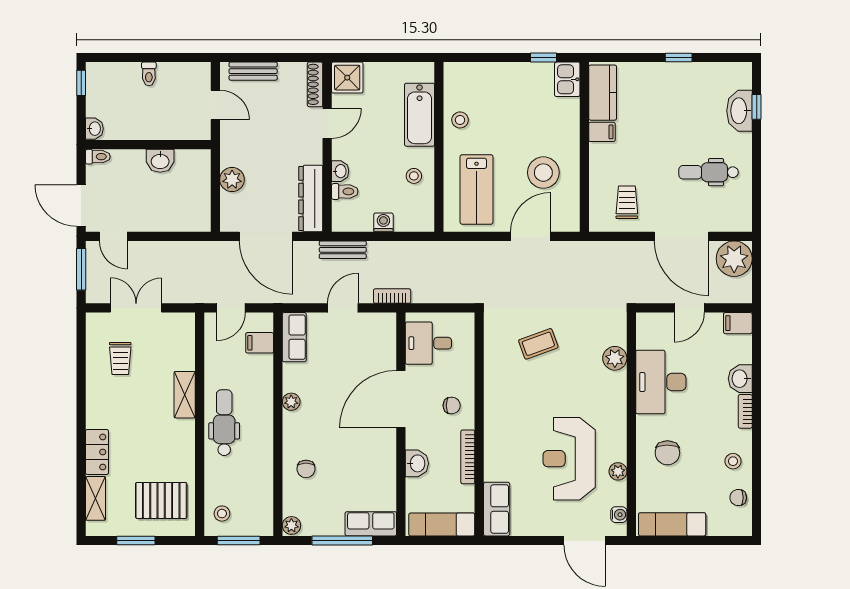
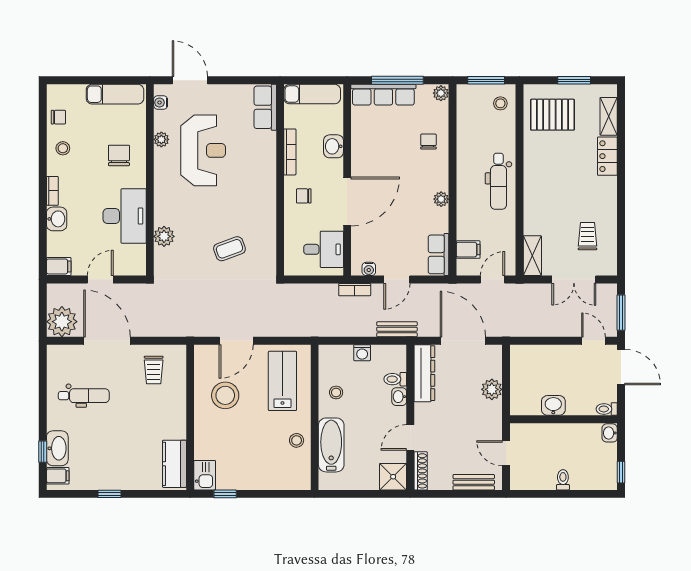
filing cabinet: (602, 132) -> (58, 476), moved, turned 180
water cooler: (376, 320) -> (369, 269), added
shelving: (185, 395) -> (532, 256), moved
row of seats: (371, 524) -> (383, 95), width x1.48

